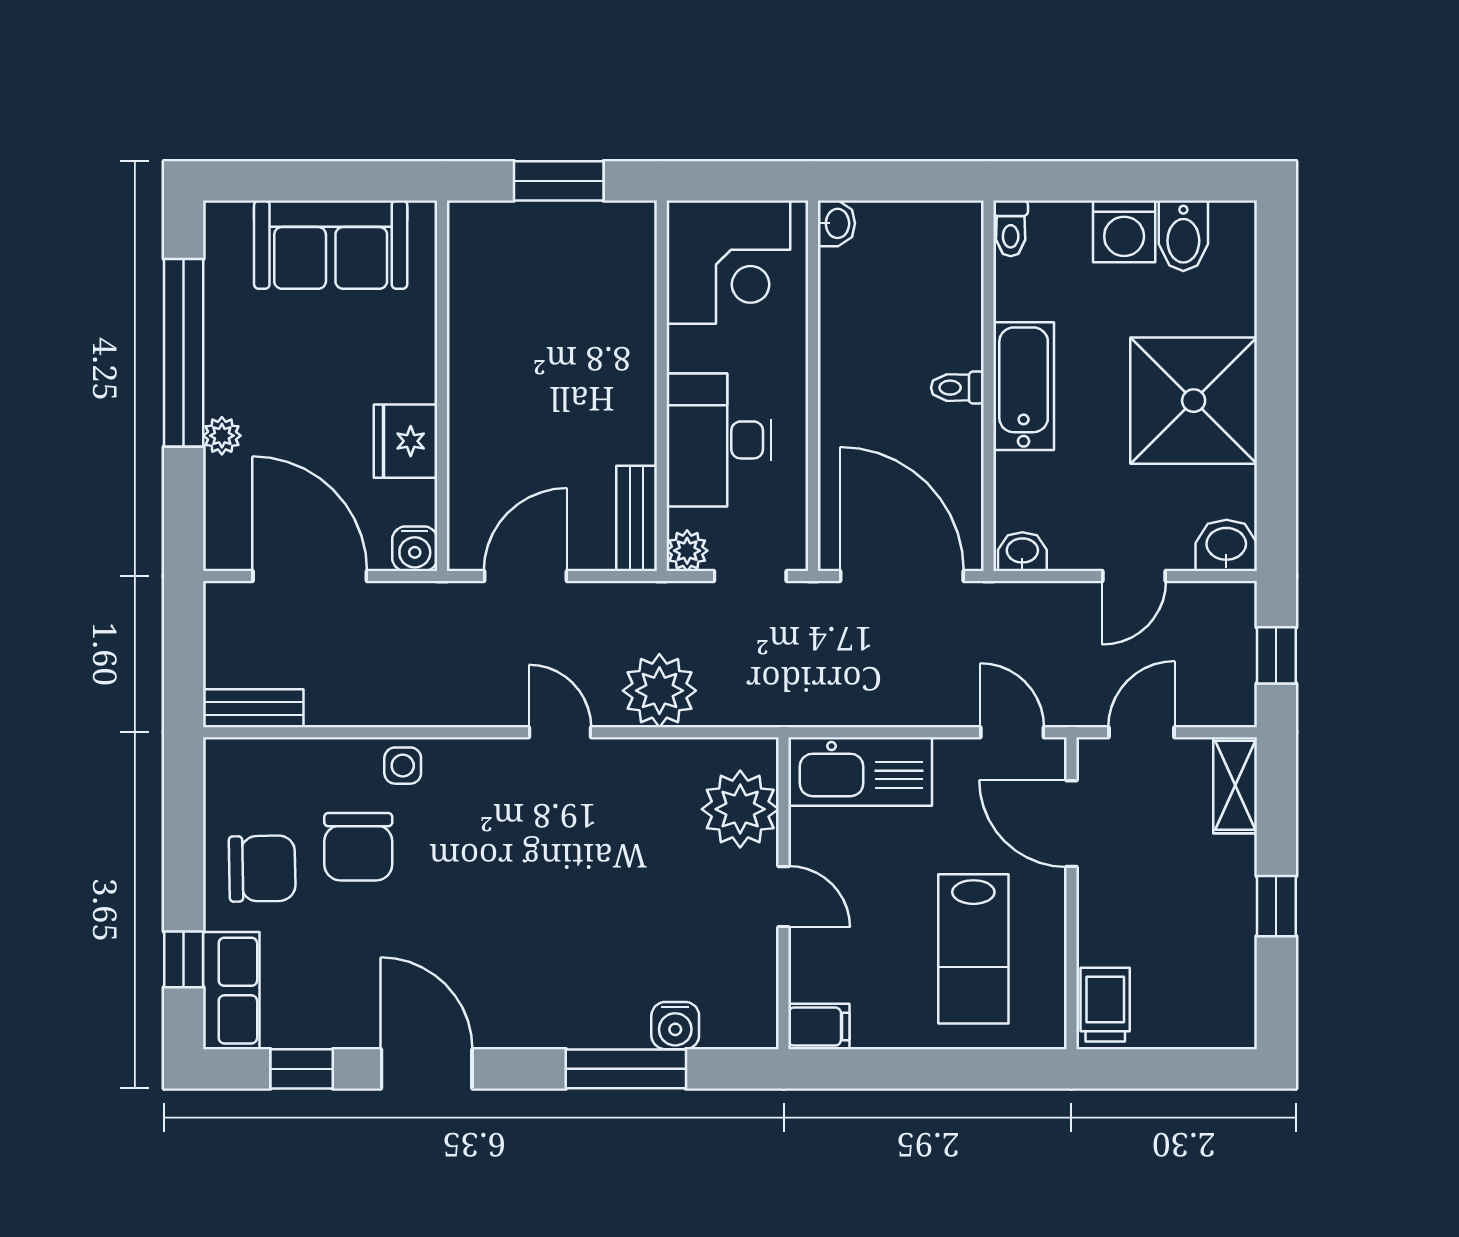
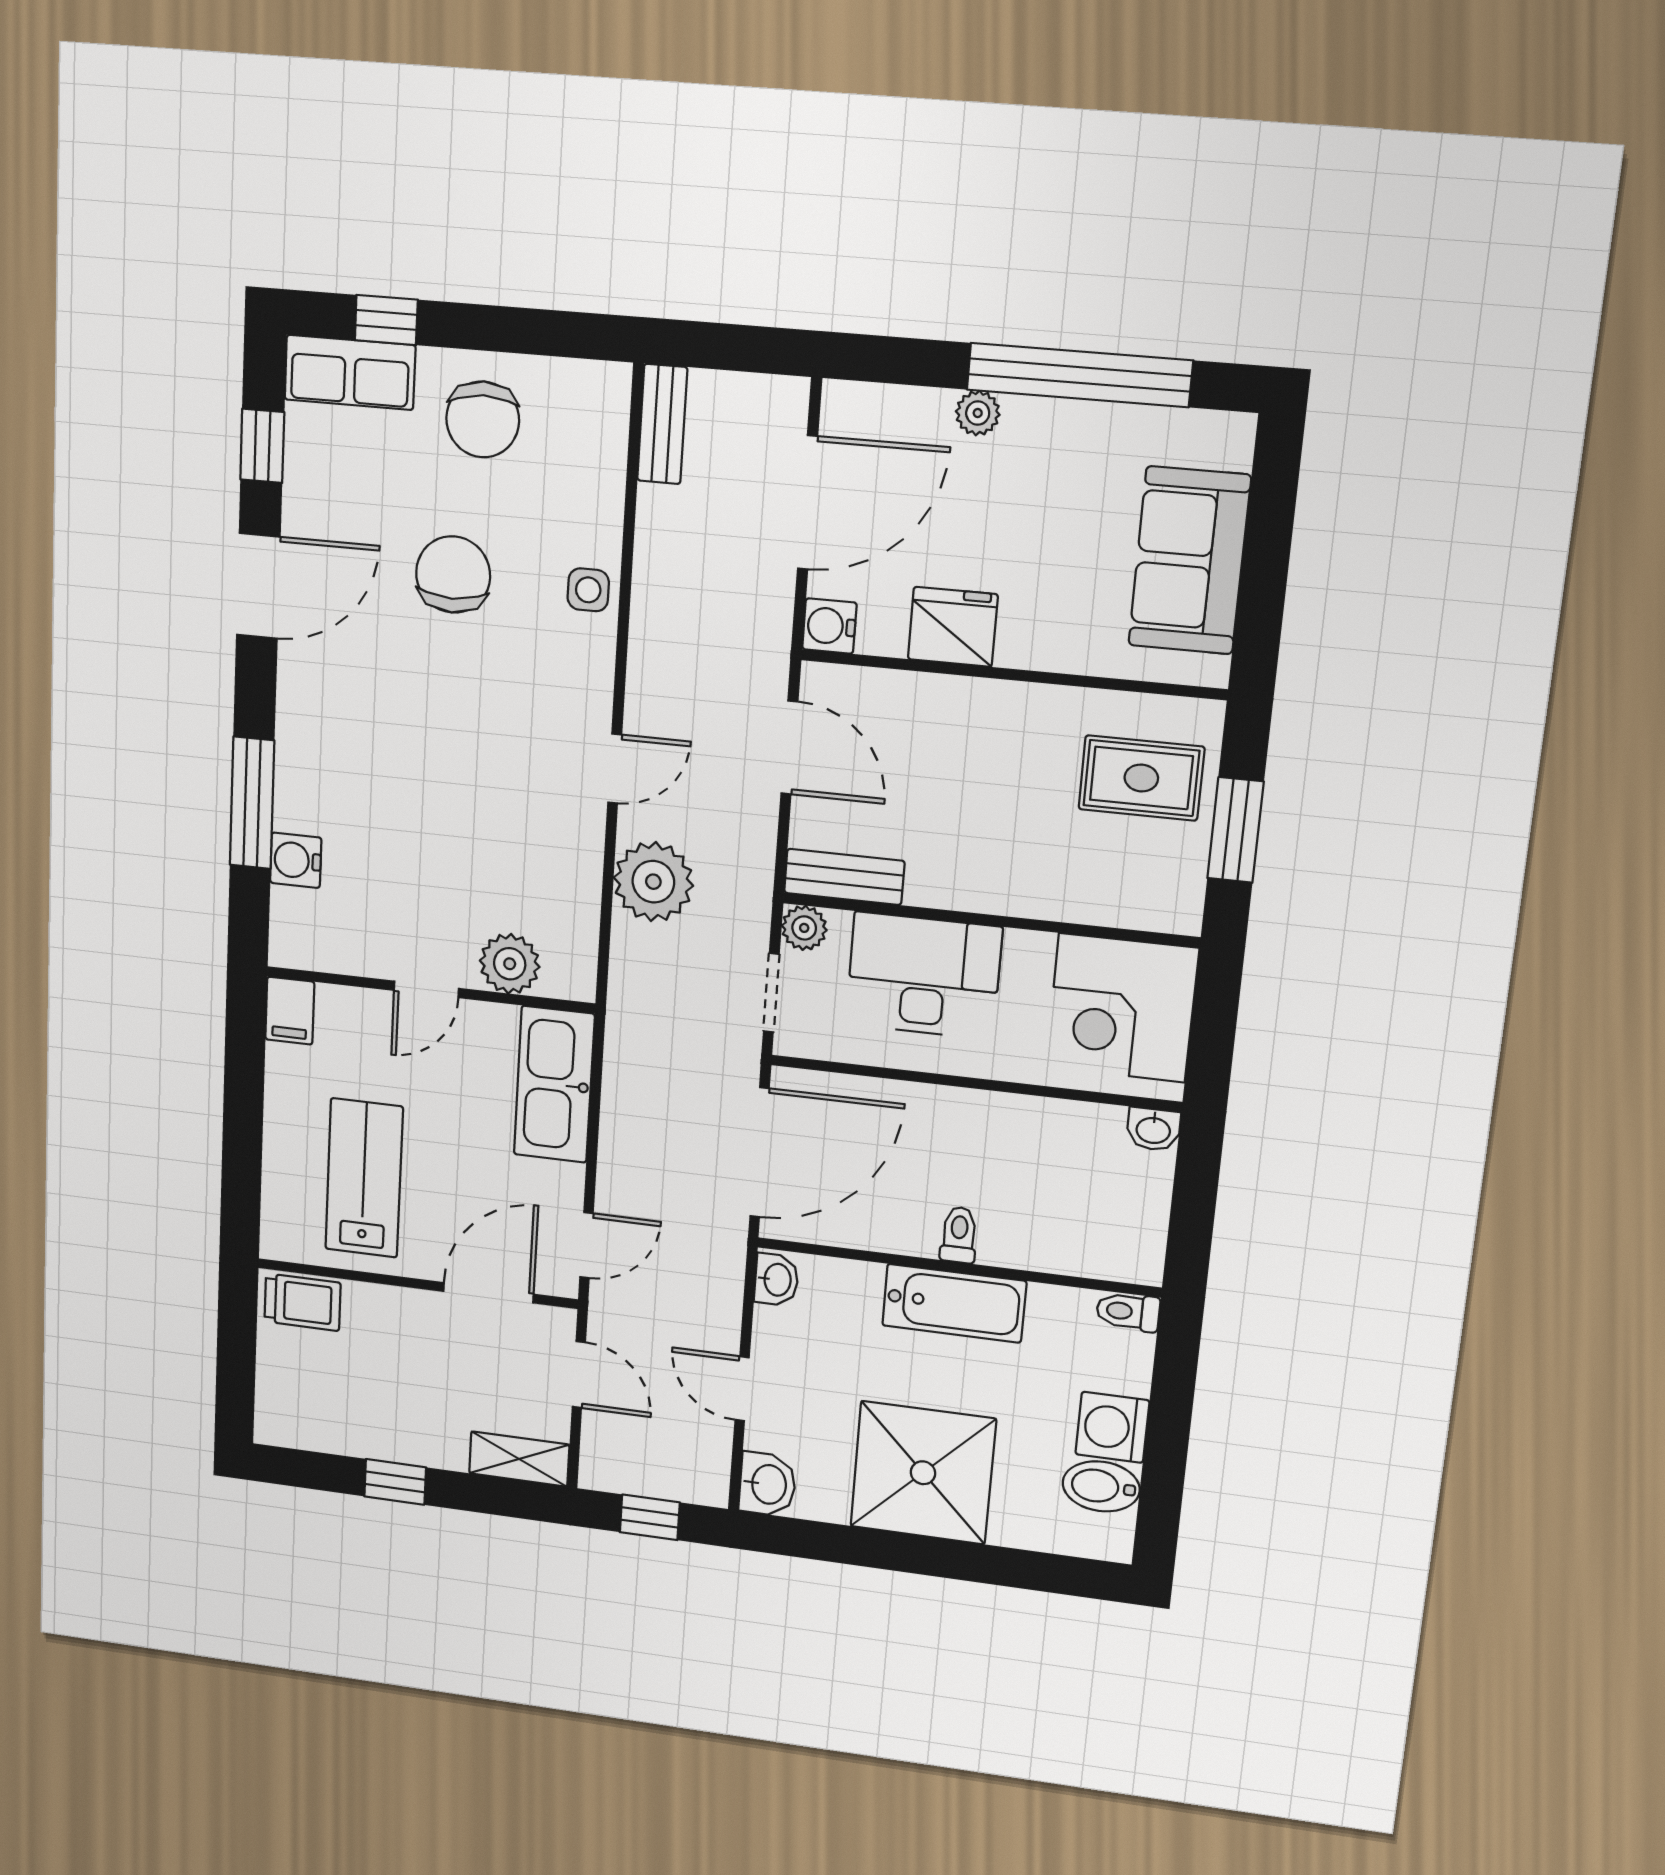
rug: (521, 266) -> (1141, 778), added
plant: (740, 809) -> (510, 964), width x0.73, depth x0.73
chair: (358, 847) -> (453, 575), moved, turned 90
lab bench: (973, 949) -> (364, 1178), turned 90

